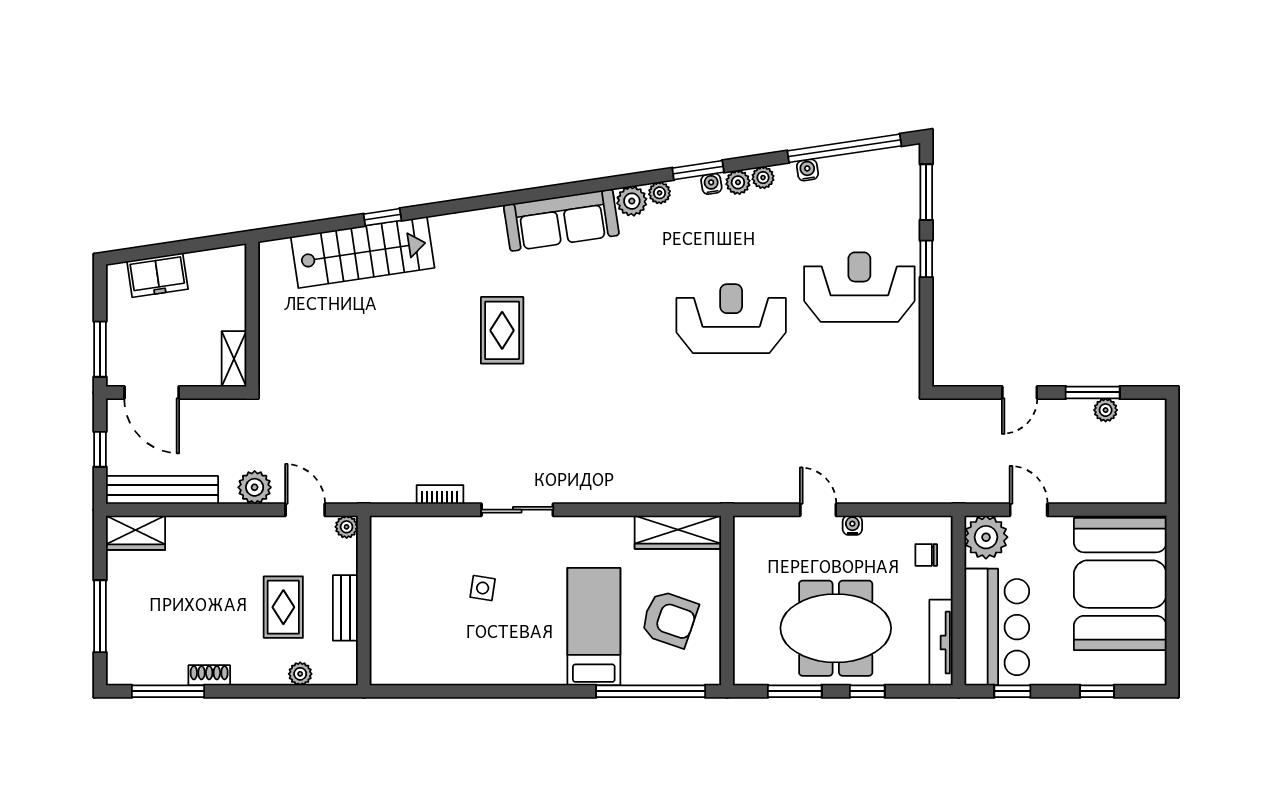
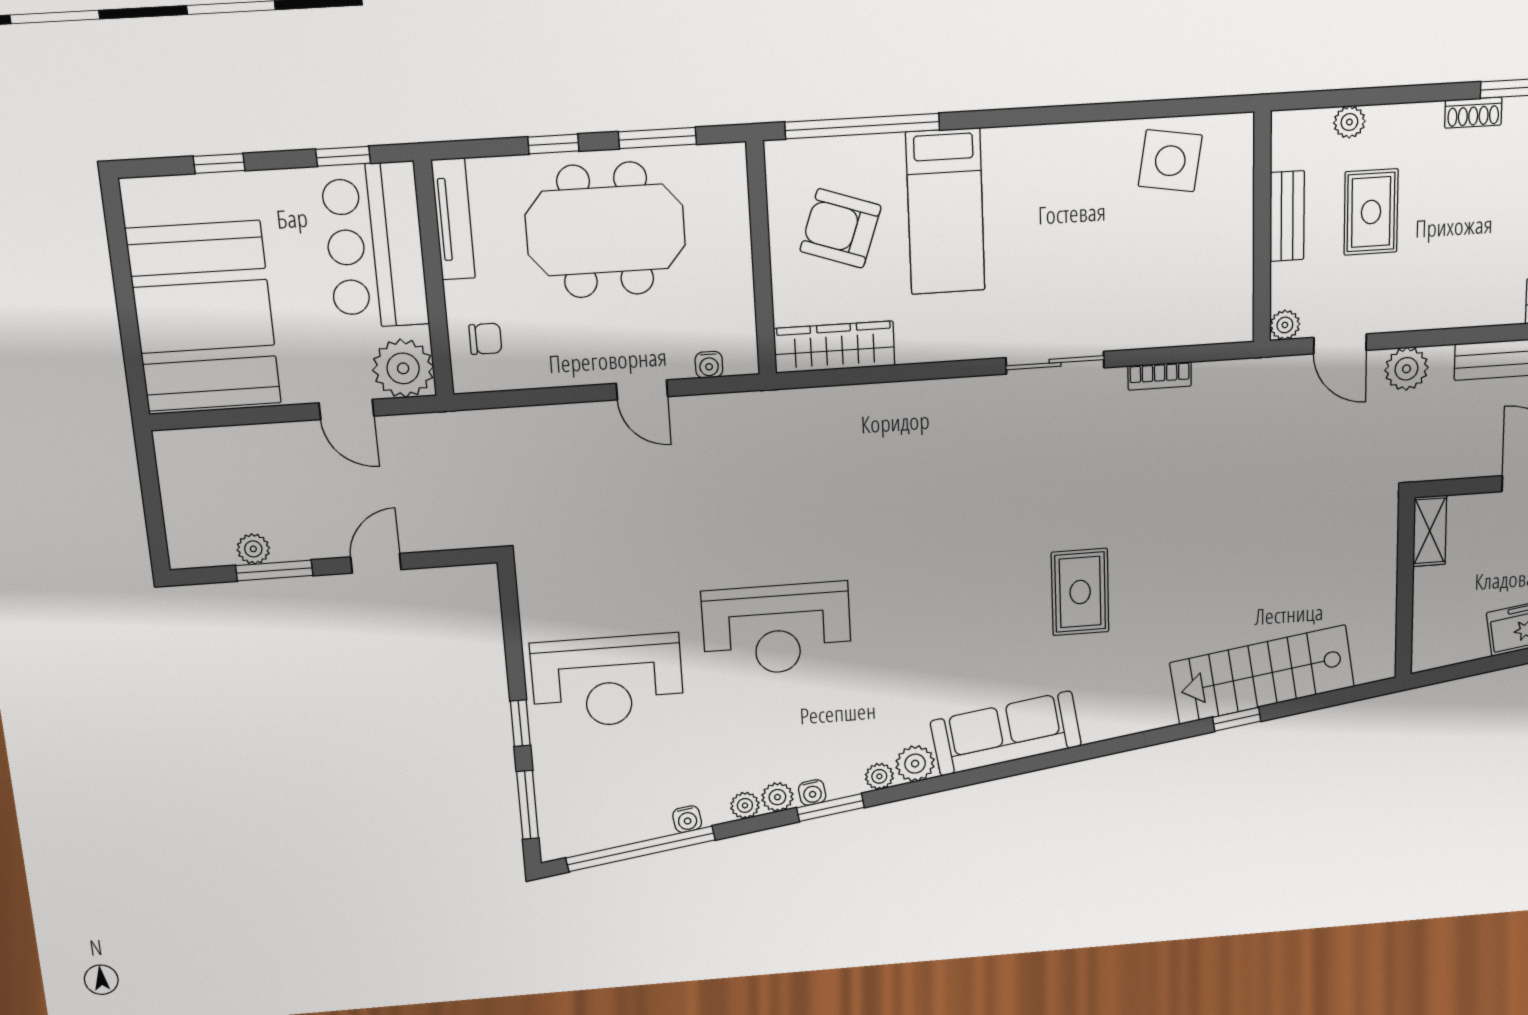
water cooler: (852, 525) -> (709, 365), moved
side table: (483, 588) -> (1170, 161), moved, width x1.87, depth x1.87

